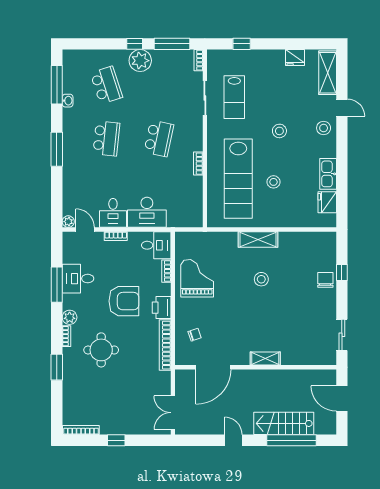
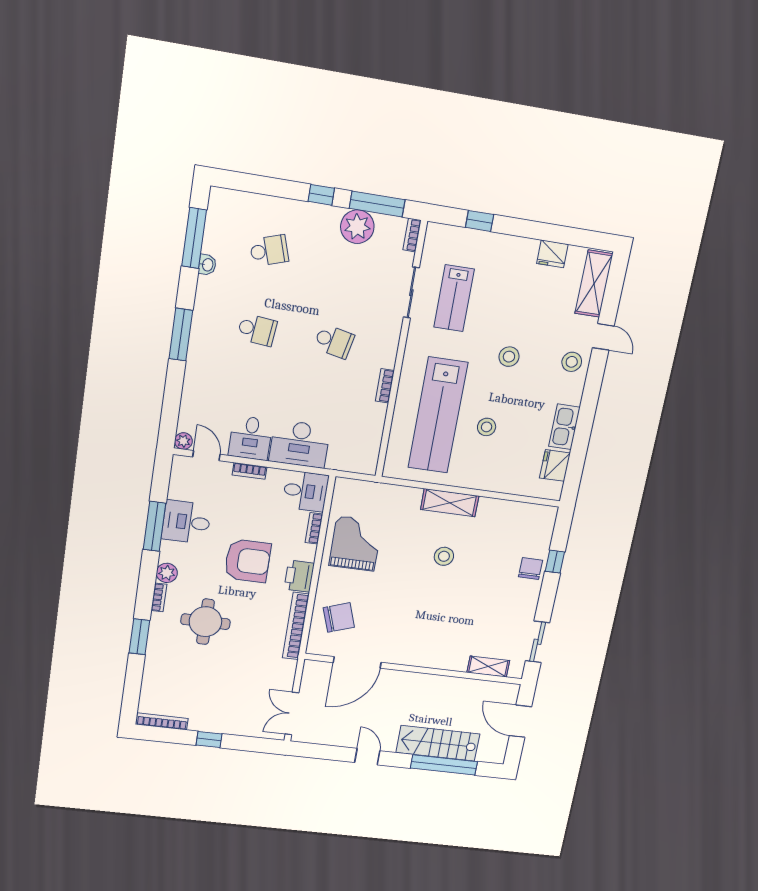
plant: (140, 61) -> (357, 227), moved
school desk: (106, 85) -> (269, 251), width x0.54
school desk: (106, 138) -> (257, 330), width x0.54
school desk: (159, 138) -> (334, 341), width x0.54
chair: (195, 335) -> (339, 617), width x1.87, depth x1.87
shelving: (265, 358) -> (488, 667), moved

